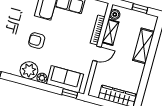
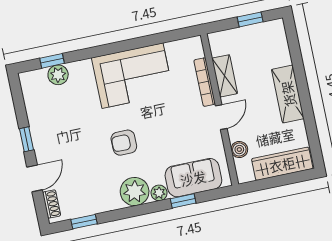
boiler: (115, 14) -> (239, 150), moved
shelving: (144, 46) -> (288, 94), moved
window: (70, 94) -> (183, 201), moved

